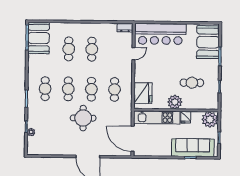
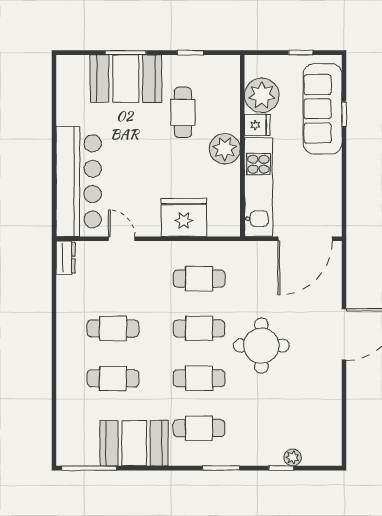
booth: (39, 38) -> (134, 443), moved
booth: (208, 42) -> (126, 79), moved
fridge: (143, 93) -> (184, 217), moved
plant: (210, 120) -> (262, 95), moved

